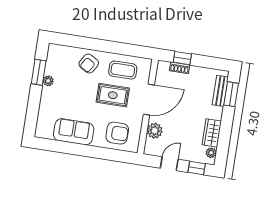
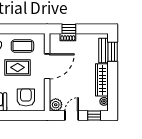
plant: (155, 131) -> (56, 105), moved
armchair: (117, 133) -> (26, 97), turned -90
wardrobe: (212, 133) -> (102, 80), width x1.50

